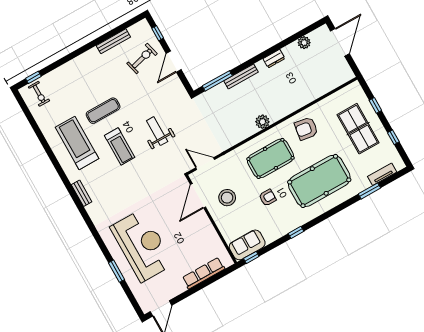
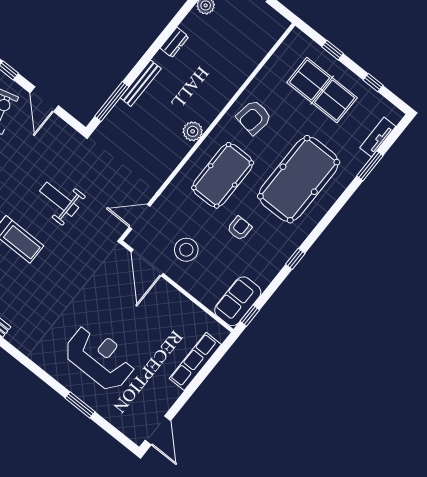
reception desk: (142, 246) -> (100, 358), width x0.74, depth x0.77

